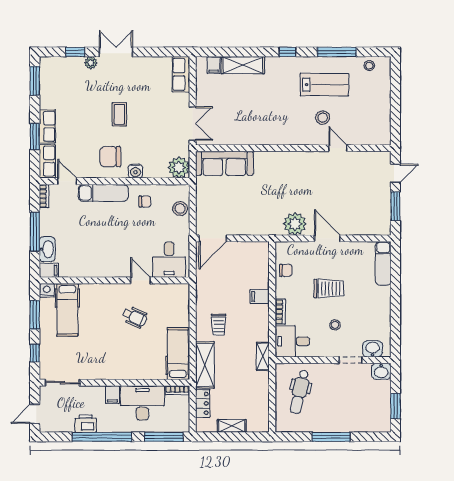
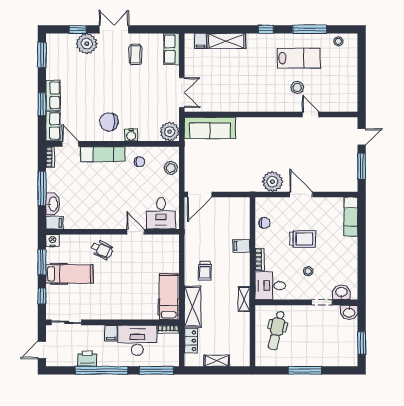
plant: (91, 63) -> (87, 44), width x1.88, depth x1.88
coffee table: (119, 114) -> (135, 54), moved
hospital bed: (67, 310) -> (69, 274), moved, turned -90
wheelchair: (135, 317) -> (102, 250), moved

